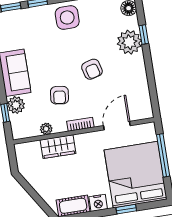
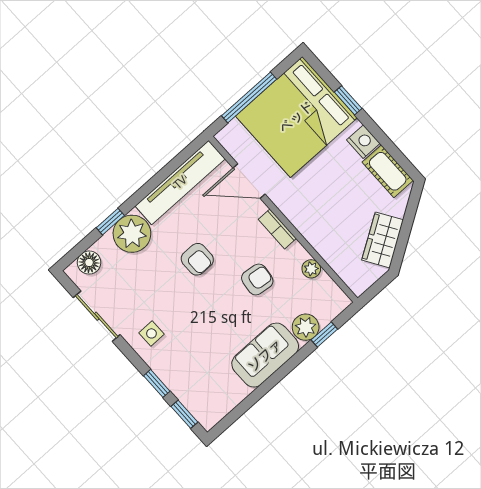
side table: (67, 17) -> (151, 333), width x0.54, depth x0.54
armchair: (92, 69) -> (197, 259), turned 105
tv unit: (141, 87) -> (180, 182), added
wardrobe: (58, 147) -> (383, 240), moved, turned -122

